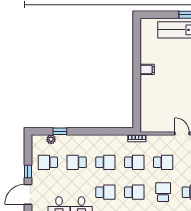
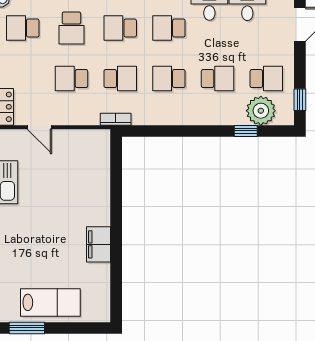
filing cabinet: (147, 69) -> (99, 244), width x2.00
plant: (51, 139) -> (261, 111), width x1.88, depth x1.88
school desk: (134, 162) -> (120, 79), turned 180
window: (28, 171) -> (300, 100), moved

